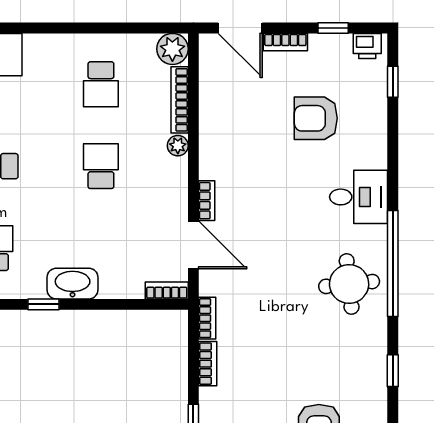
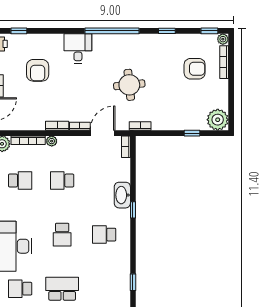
round table: (349, 284) -> (129, 85), moved
bookcase: (208, 364) -> (57, 126), moved

